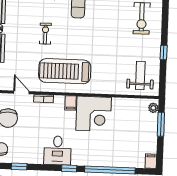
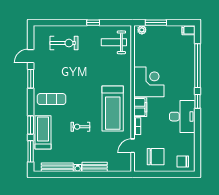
filing cabinet: (70, 103) -> (140, 107), width x2.00
desk: (58, 150) -> (182, 117), width x1.37
window: (19, 166) -> (198, 145), removed

